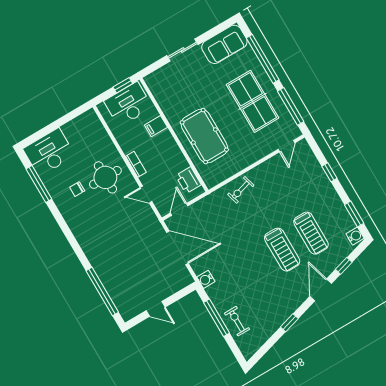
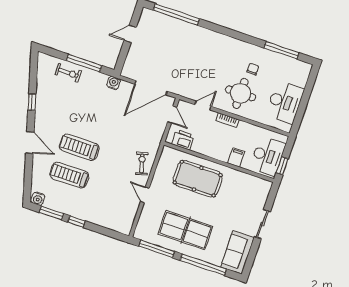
door: (286, 146) -> (145, 195), moved
desk: (49, 152) -> (285, 102), moved
window: (329, 172) -> (76, 222), moved
window: (344, 266) -> (28, 172), removed

